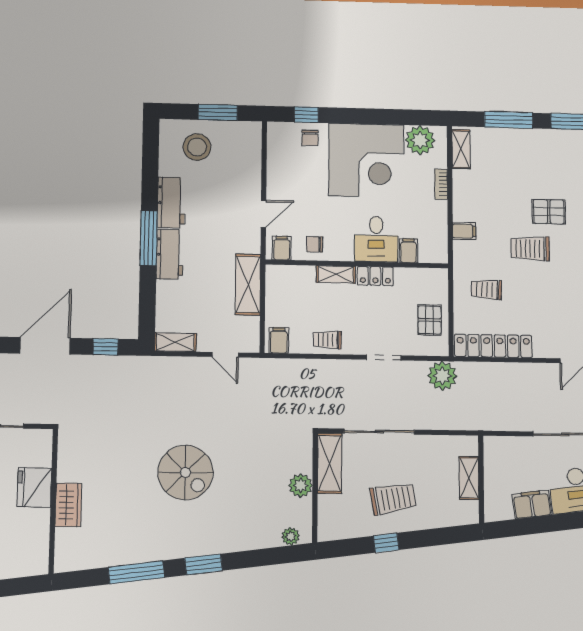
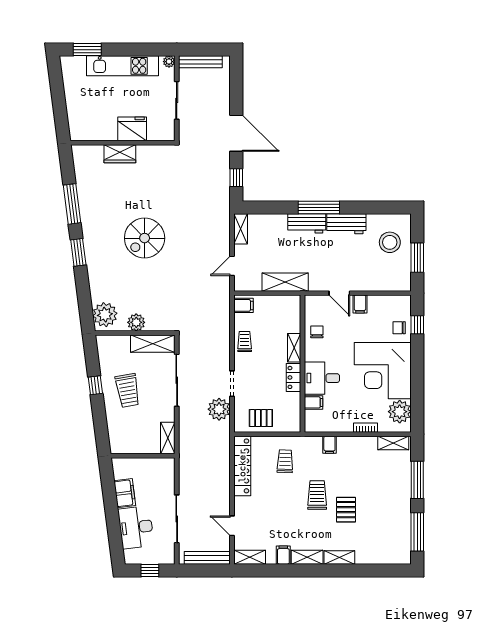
filing cabinet: (282, 248) -> (360, 304), moved, turned 90
plant: (442, 376) -> (219, 409), moved
shelving: (469, 478) -> (168, 438), moved, turned 90
plant: (291, 536) -> (105, 315), width x1.87, depth x1.87

